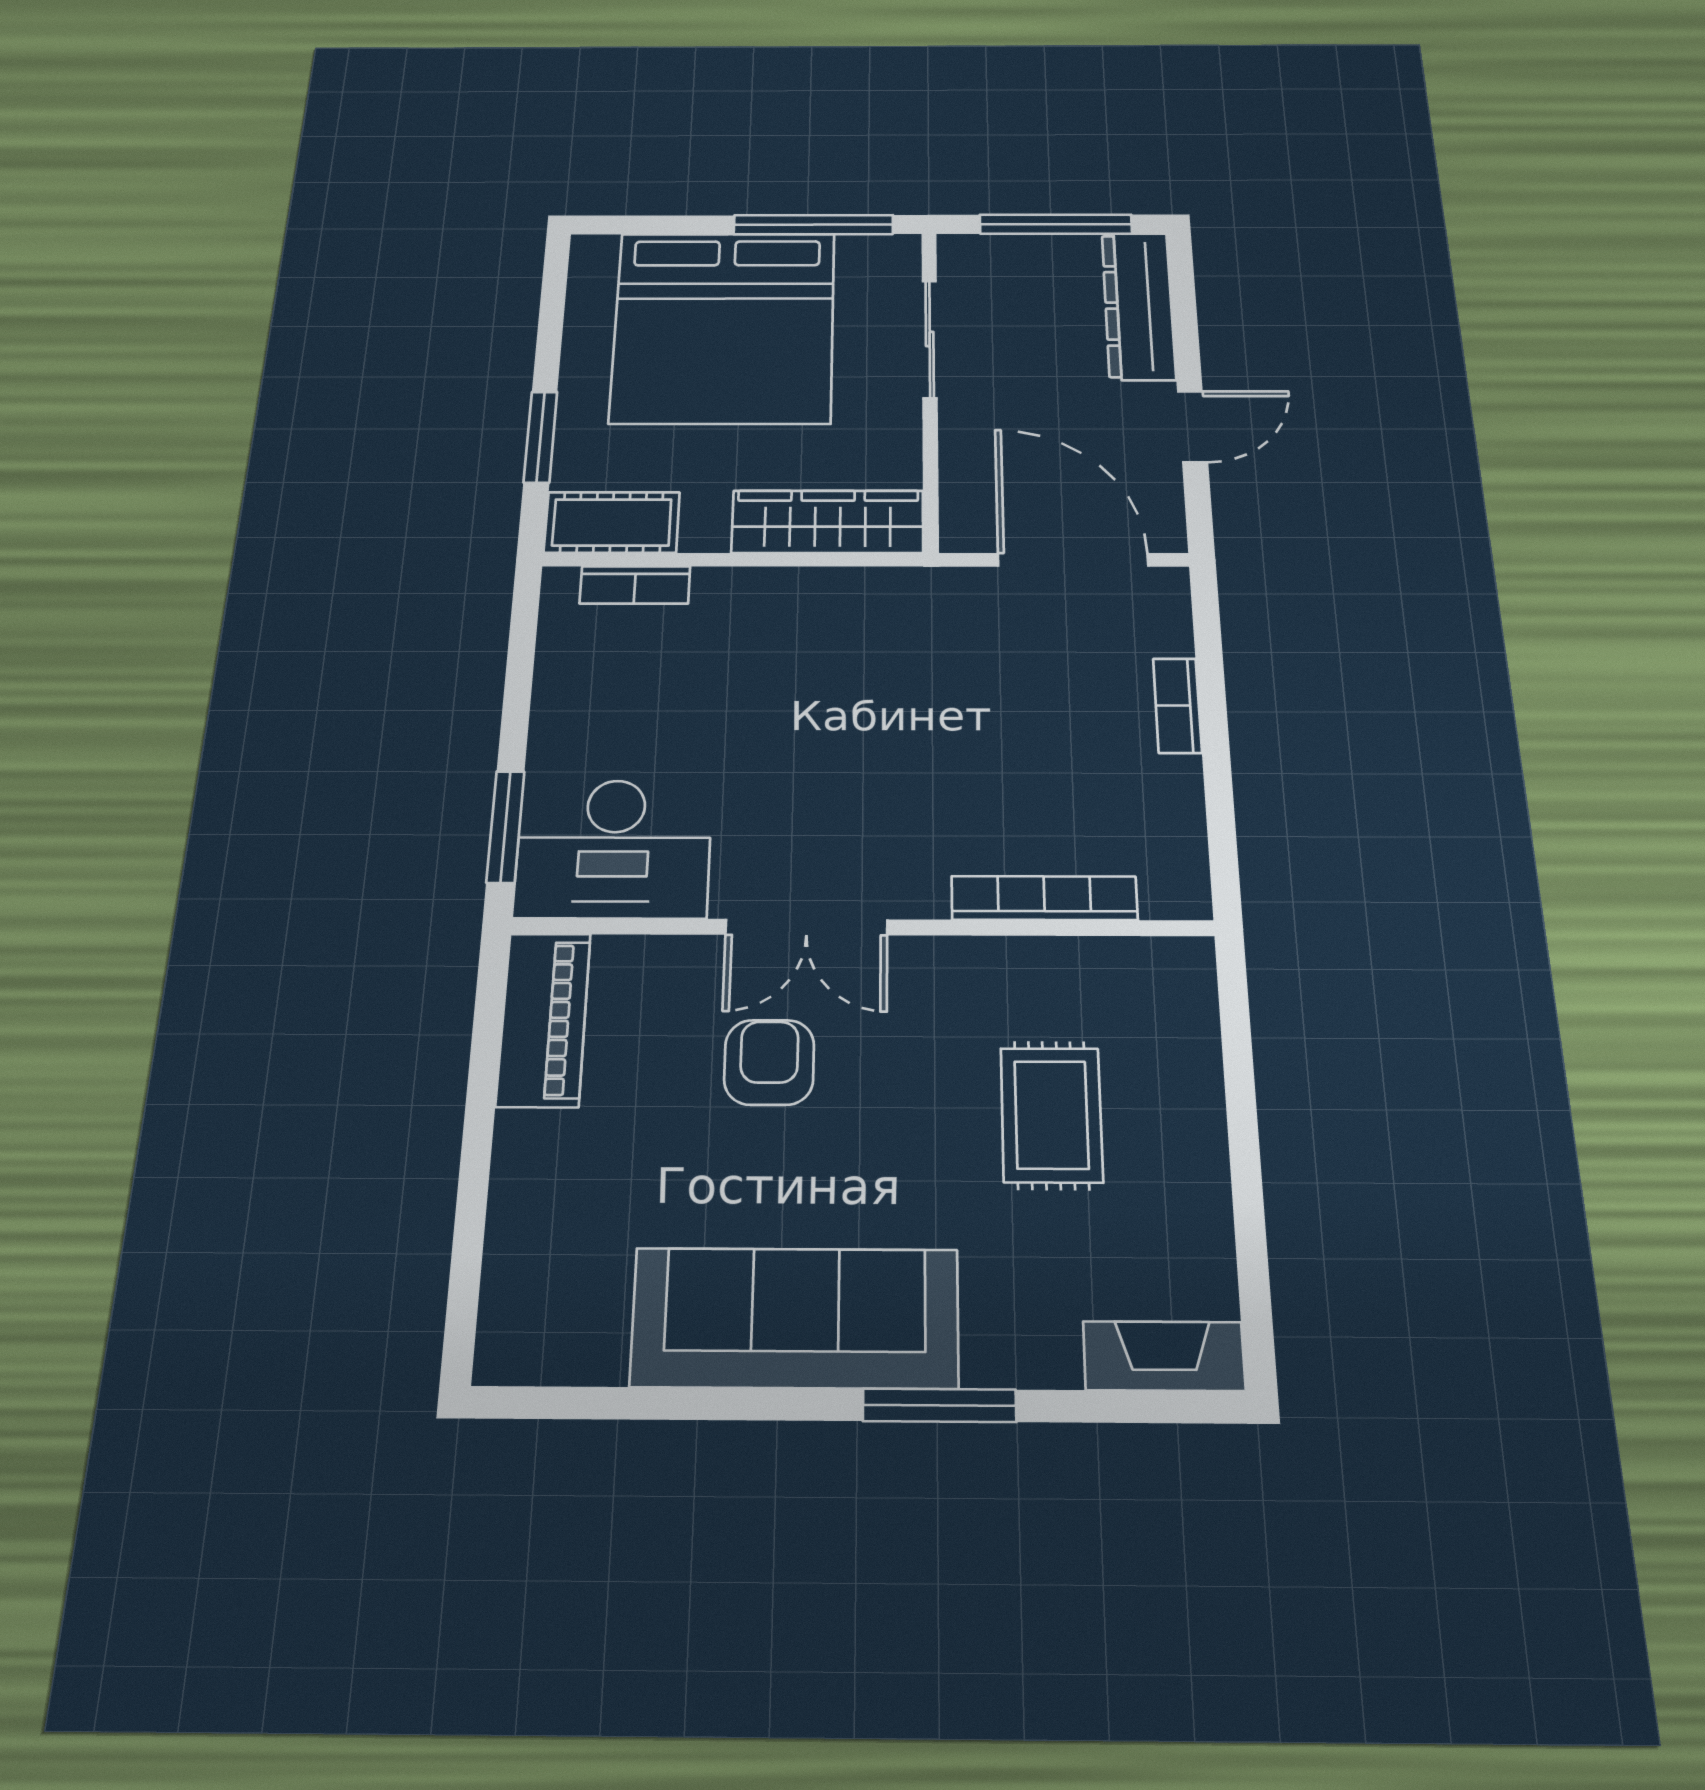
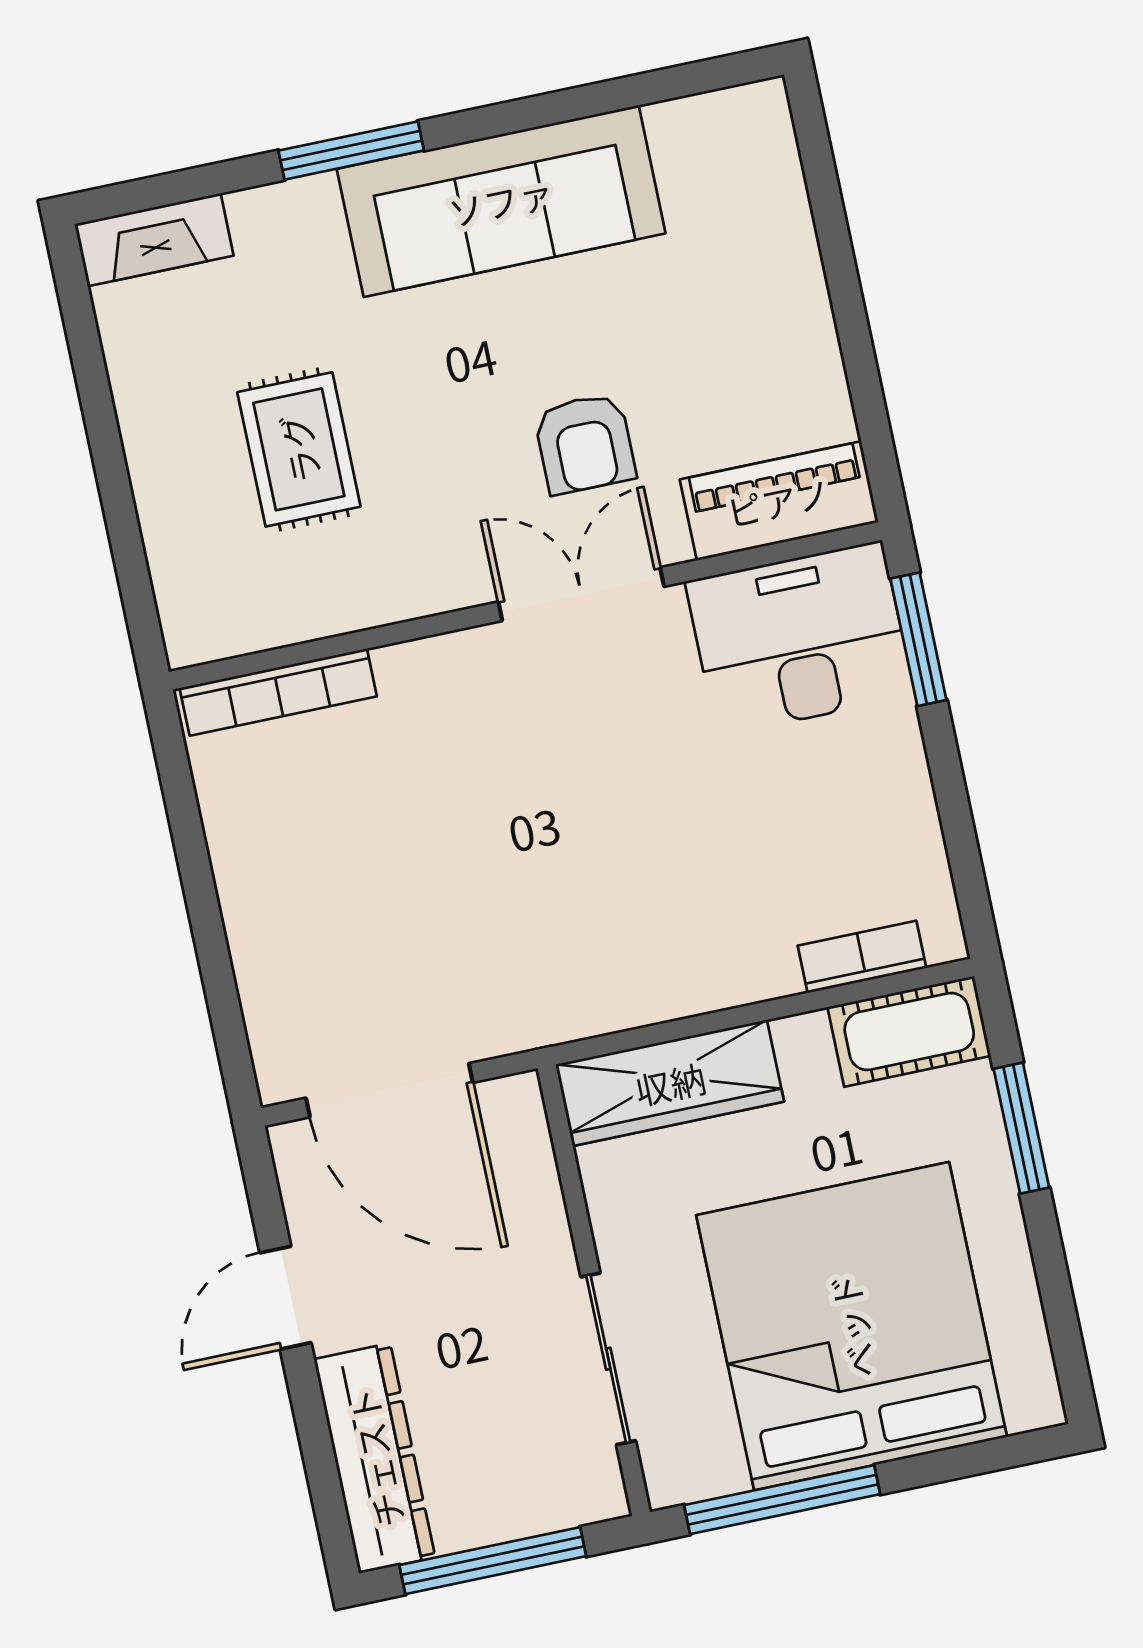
bookcase: (1177, 705) -> (247, 931), removed
bookcase: (1044, 898) -> (278, 692), moved
piano: (544, 1019) -> (779, 501), moved, turned 90

